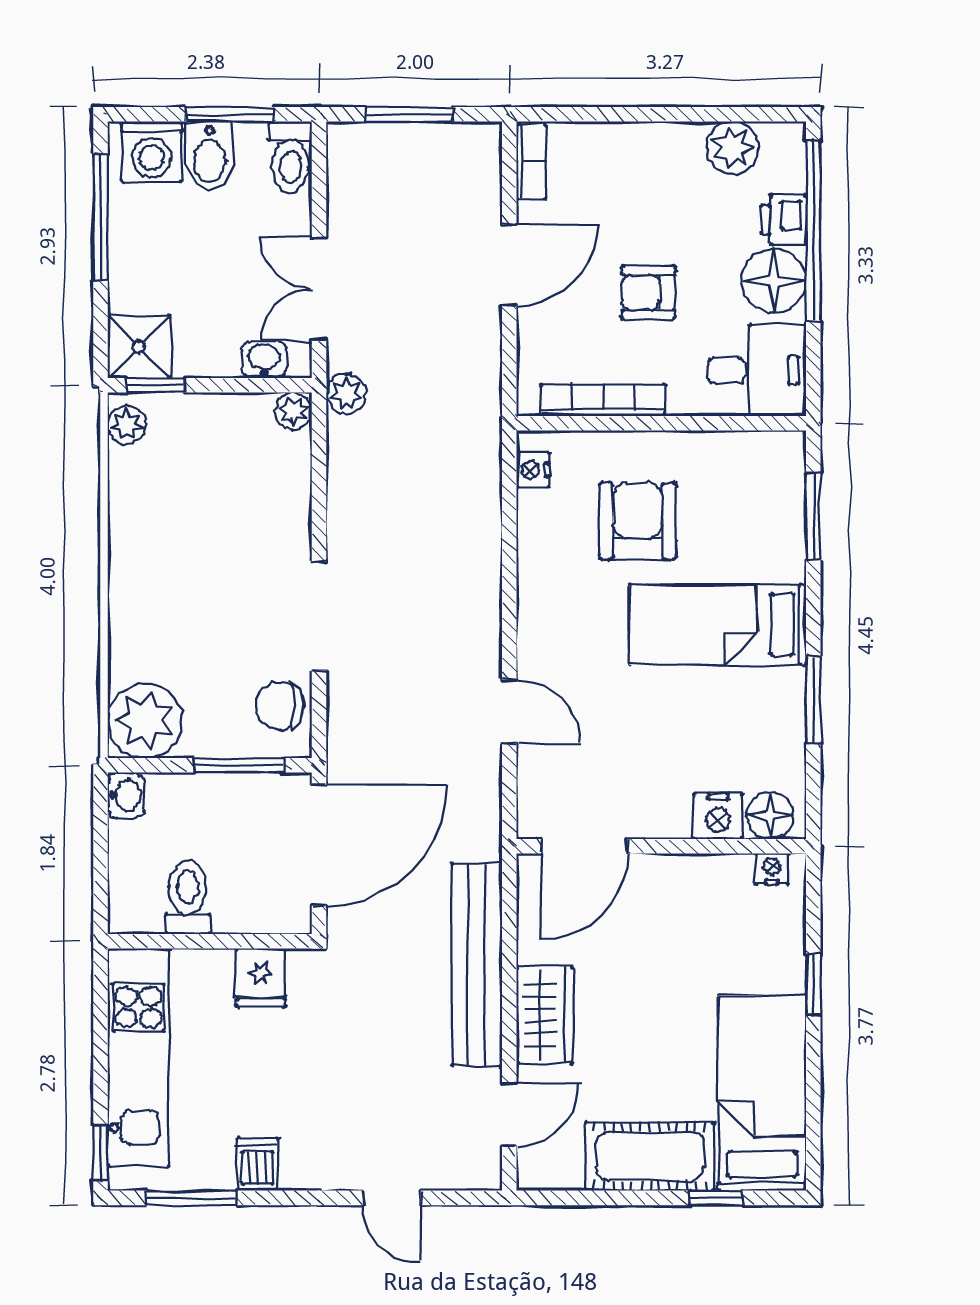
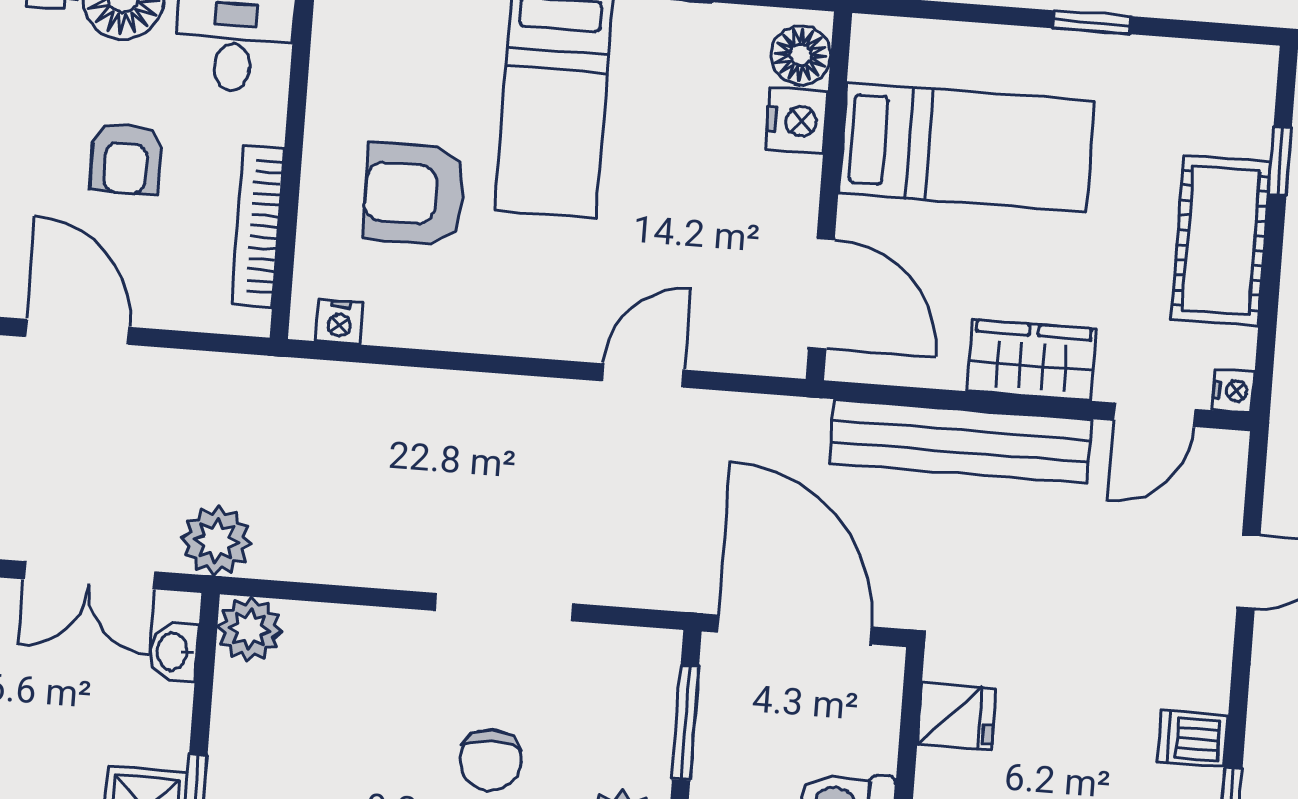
plant: (346, 394) -> (216, 541), width x1.38, depth x1.38
plant: (293, 411) -> (250, 629), width x1.38, depth x1.38
chair: (280, 706) -> (490, 760), moved
nightstand: (772, 869) -> (1234, 391), moved, turned 180
window: (813, 984) -> (1092, 22), moved
bed: (762, 1093) -> (966, 147), moved, turned 180
door: (509, 1115) -> (1154, 415), swing flipped

